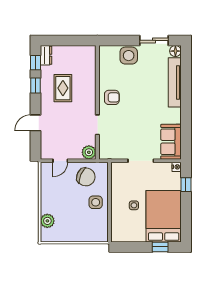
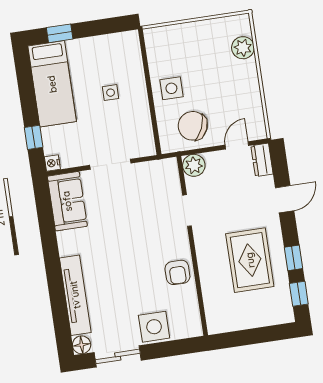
dresser: (46, 55) -> (262, 160), moved
rug: (63, 88) -> (250, 260), width x1.36, depth x1.43
armchair: (112, 97) -> (177, 272), moved, turned -90
bed: (164, 216) -> (52, 84), width x0.67

